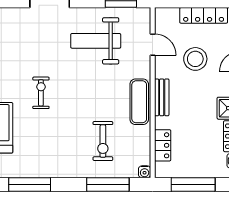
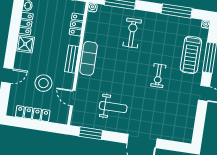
weight bench: (96, 41) -> (113, 107), width x0.73, depth x0.75
exercise bike: (103, 141) -> (132, 33), moved

